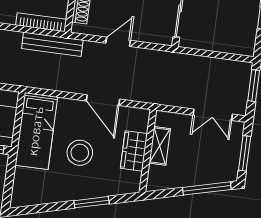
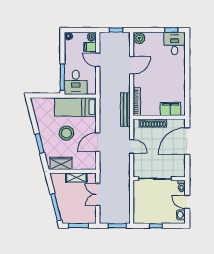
double door: (213, 115) -> (98, 194), moved
wardrobe: (134, 151) -> (61, 163), moved

